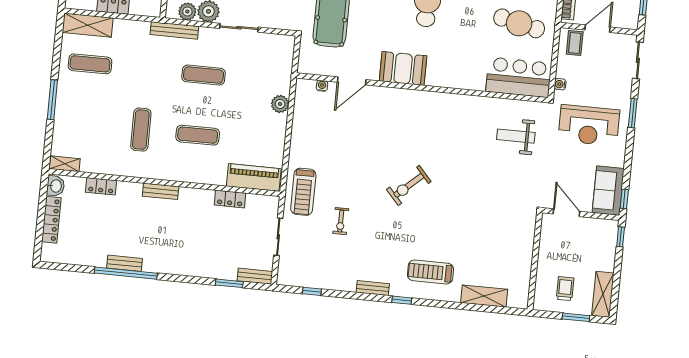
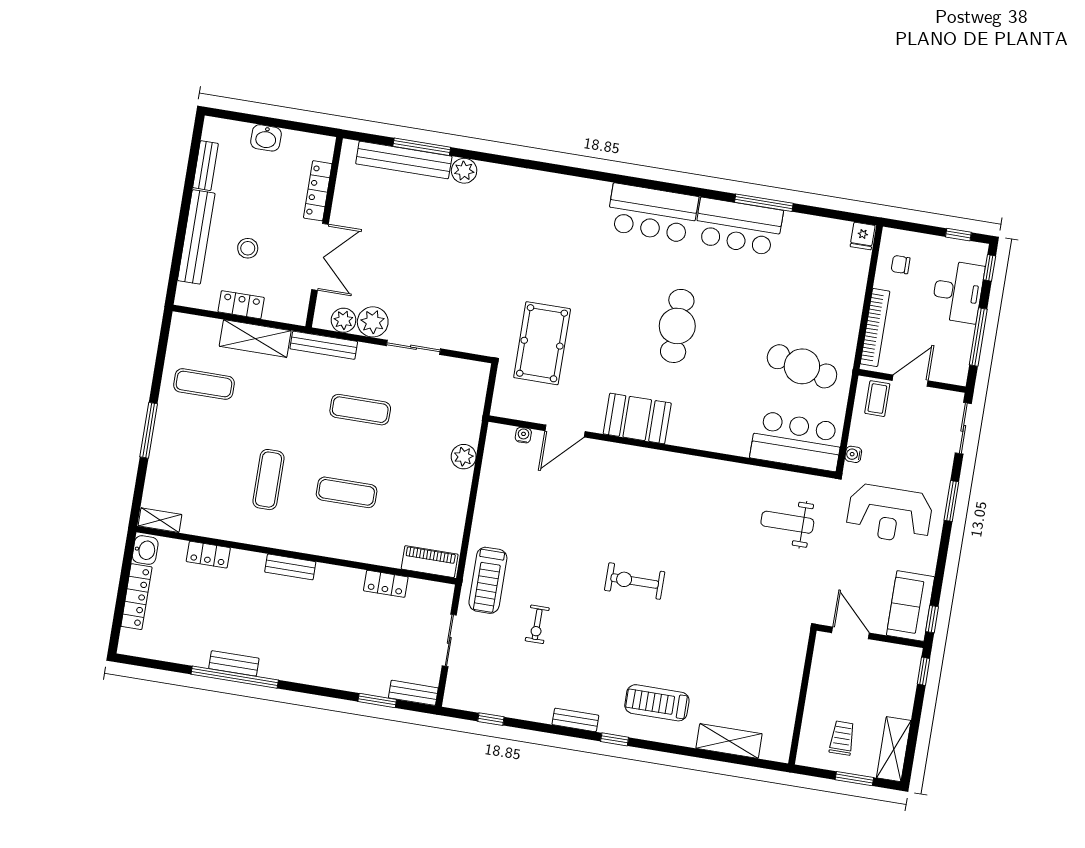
shelving: (88, 25) -> (255, 339), moved
piano: (254, 177) -> (430, 562), width x0.73, depth x0.75
exercise bike: (409, 185) -> (635, 581), turned 42

